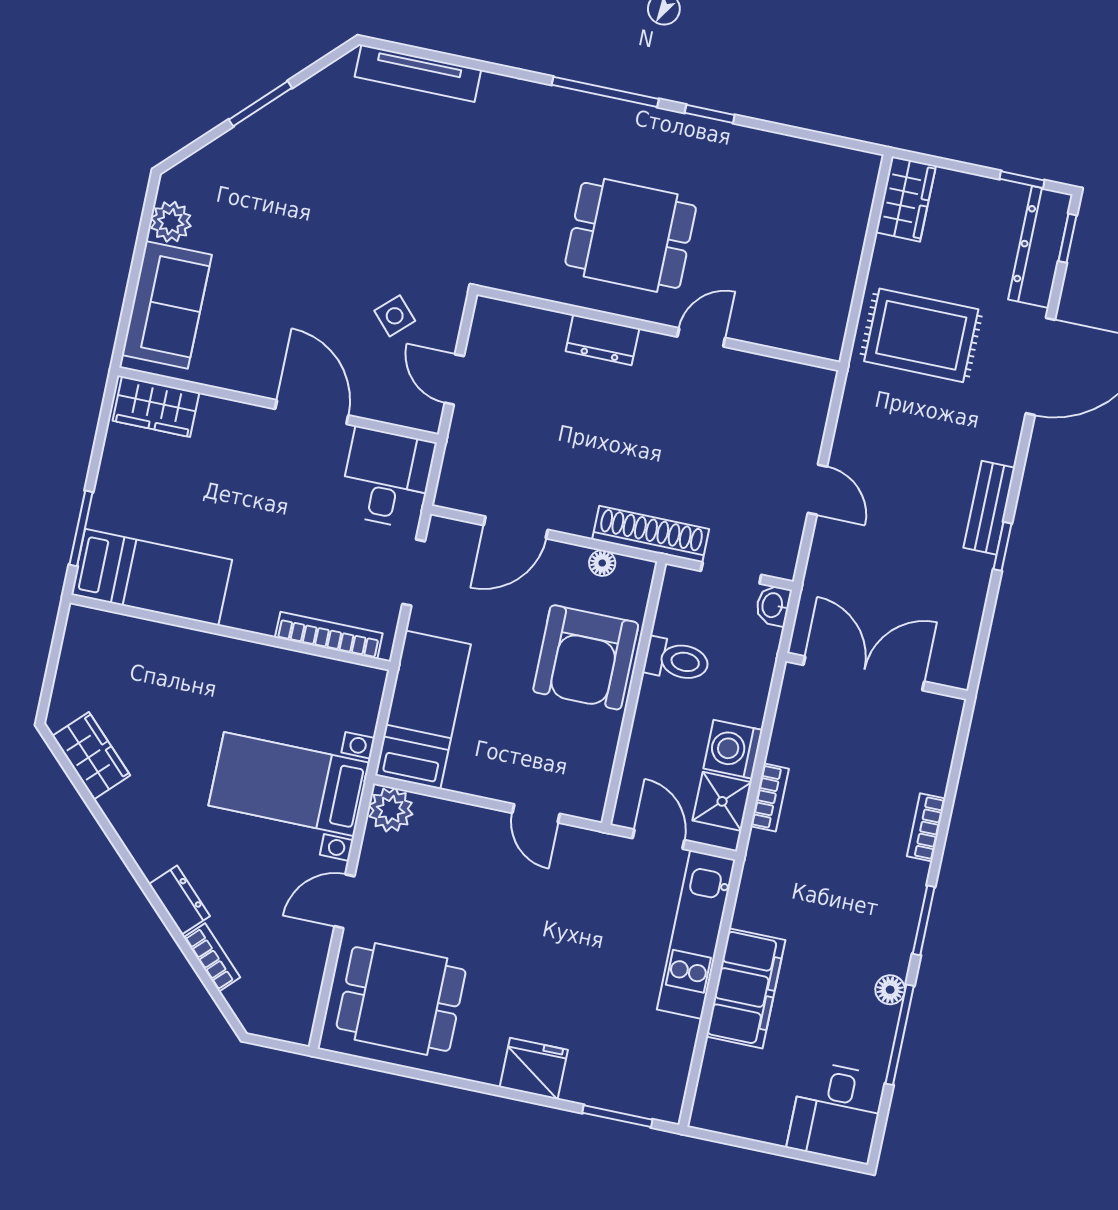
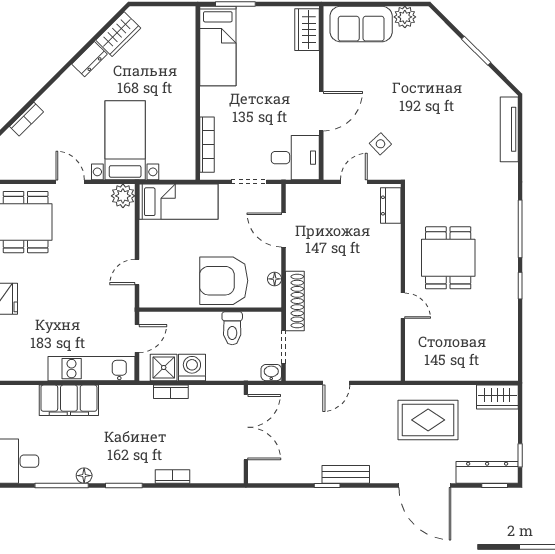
rug: (921, 335) -> (428, 420), turned 90
dresser: (602, 340) -> (391, 206), moved
dresser: (179, 900) -> (90, 59), moved

